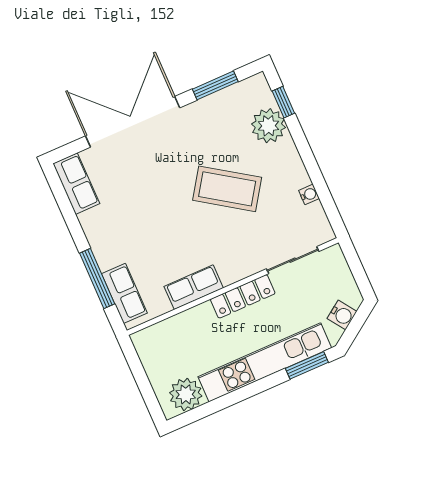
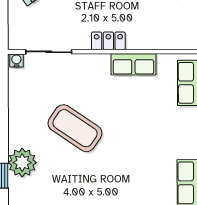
water cooler: (309, 194) -> (16, 60), moved, turned 90
locker: (243, 296) -> (108, 41), width x0.66

